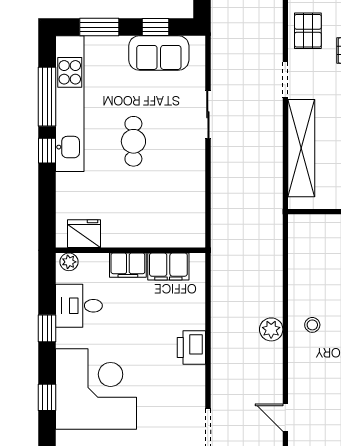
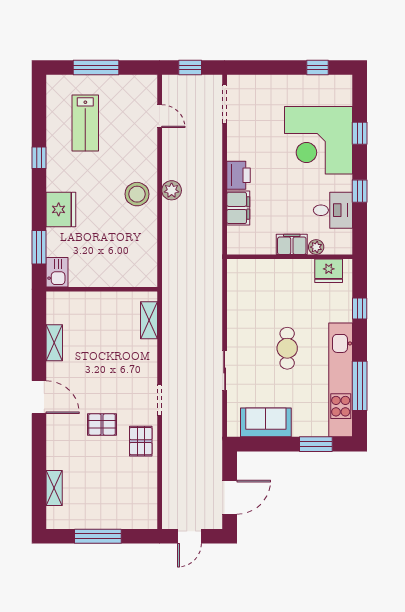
window: (155, 27) -> (269, 444), removed
shelving: (301, 148) -> (149, 320), width x0.45, depth x0.75
window: (47, 151) -> (360, 309), moved
plant: (69, 262) -> (316, 247), moved
filing cabinet: (168, 266) -> (238, 208), moved, turned 90
stool: (312, 325) -> (137, 194), width x1.89, depth x1.89

